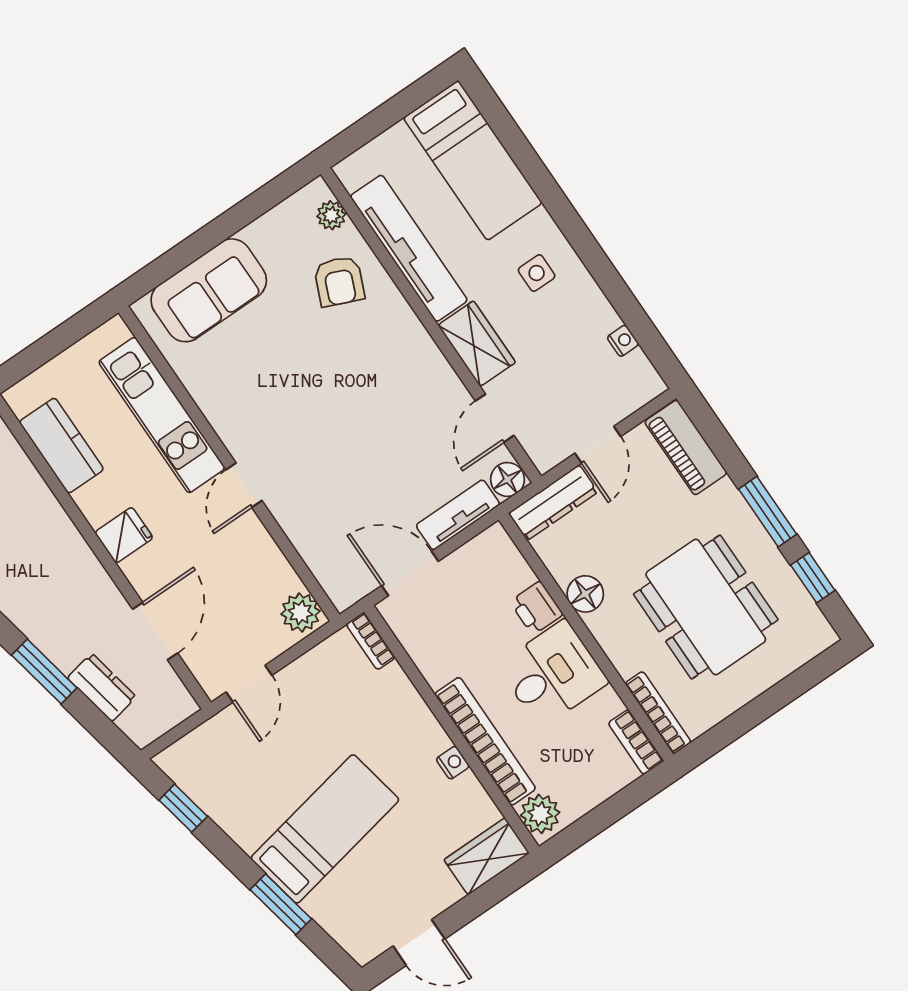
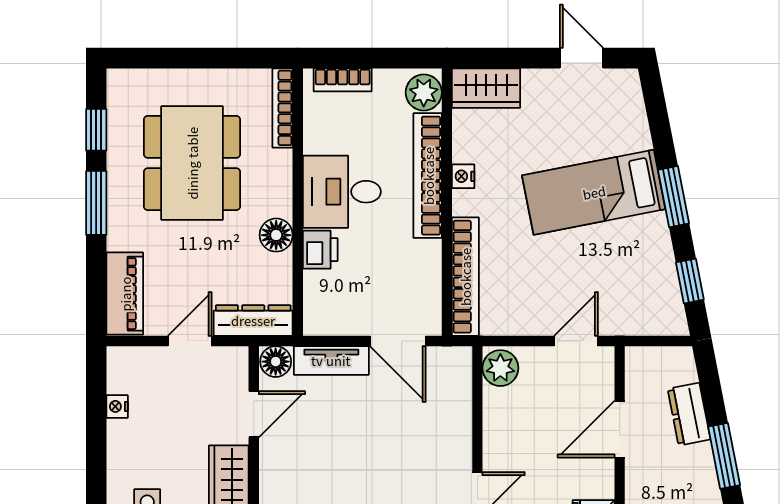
bookcase: (371, 641) -> (465, 277), width x2.31, depth x1.31
bookcase: (636, 742) -> (343, 80), moved, turned 90
window: (281, 904) -> (673, 197), moved

